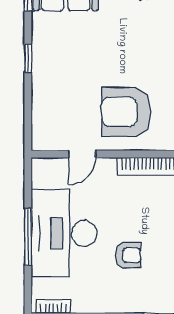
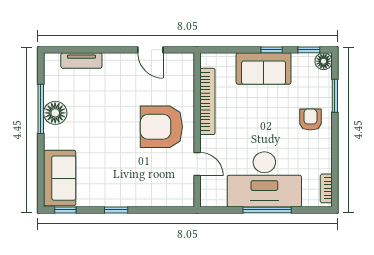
armchair: (126, 112) -> (161, 127), turned 90
armchair: (128, 255) -> (310, 120), moved

